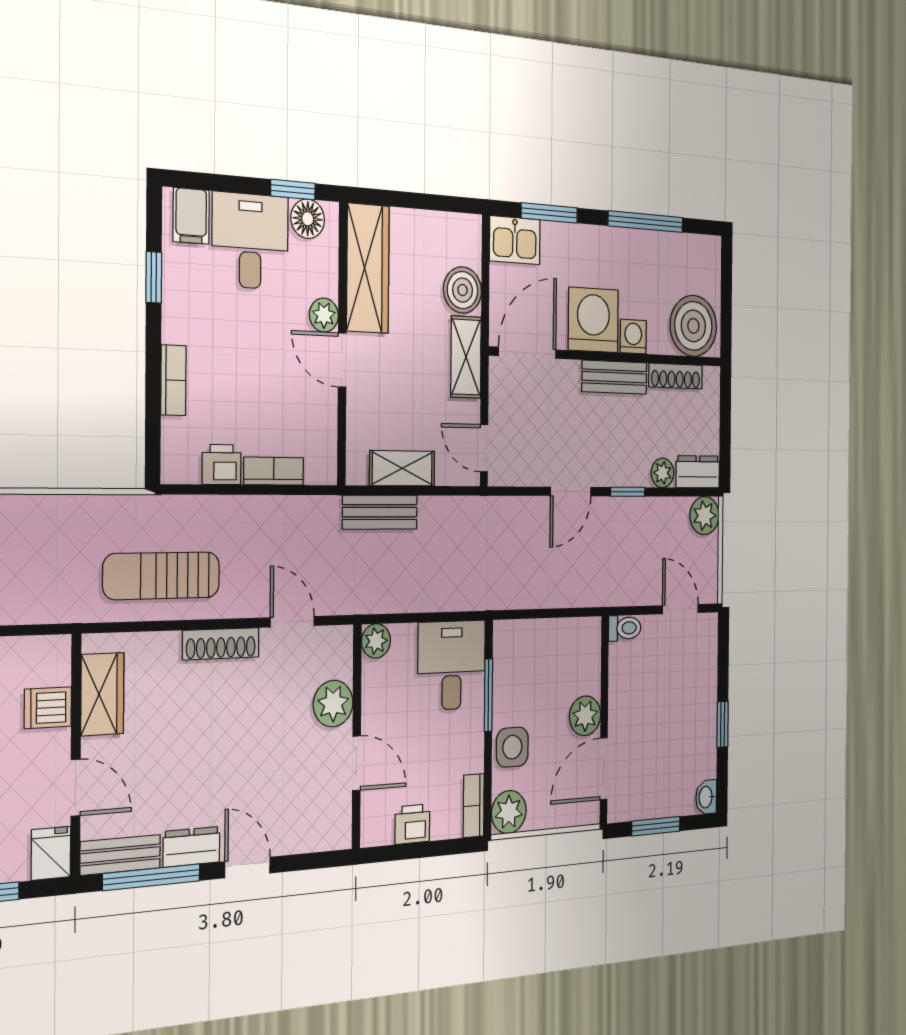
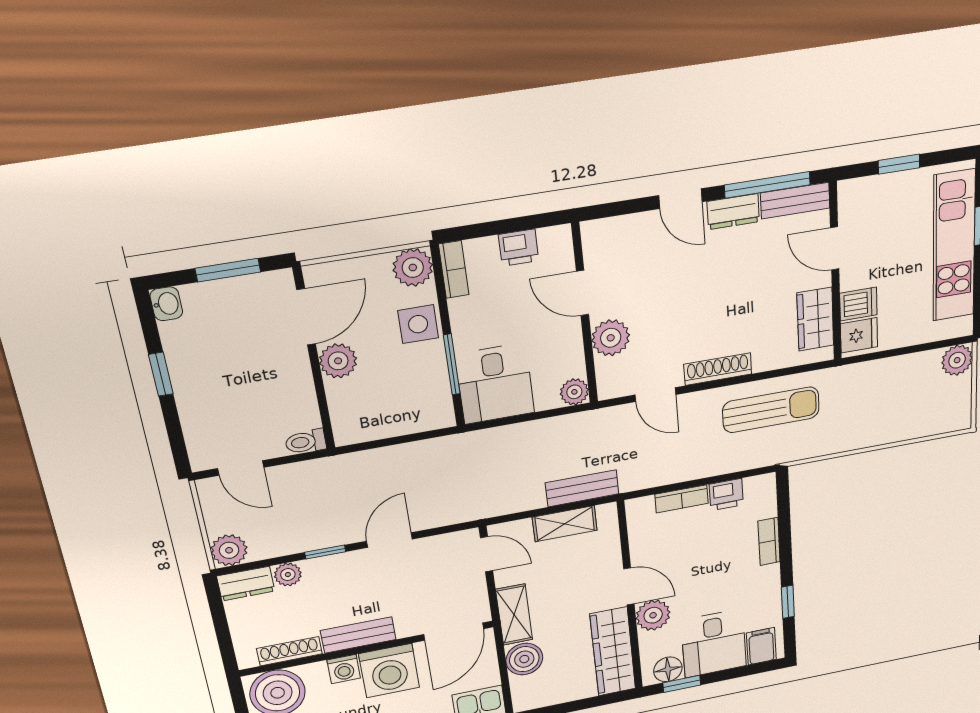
plant: (324, 315) -> (653, 615), width x1.38, depth x1.38
fridge: (51, 853) -> (859, 335), moved, turned -90

